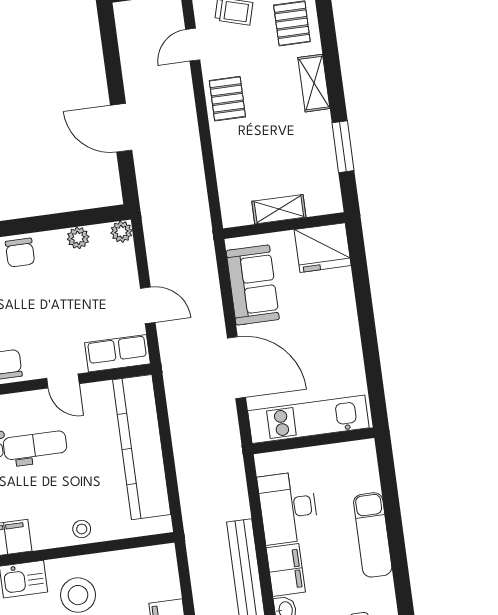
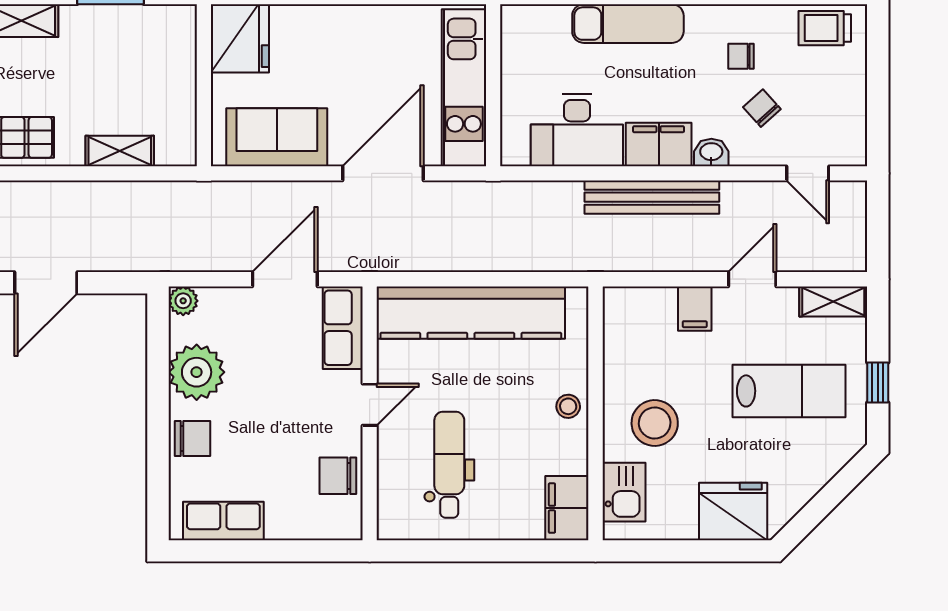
shelving: (279, 209) -> (120, 151), moved, turned 90
plant: (78, 238) -> (197, 372), width x1.88, depth x1.88
door: (148, 305) -> (285, 279), width x1.38

